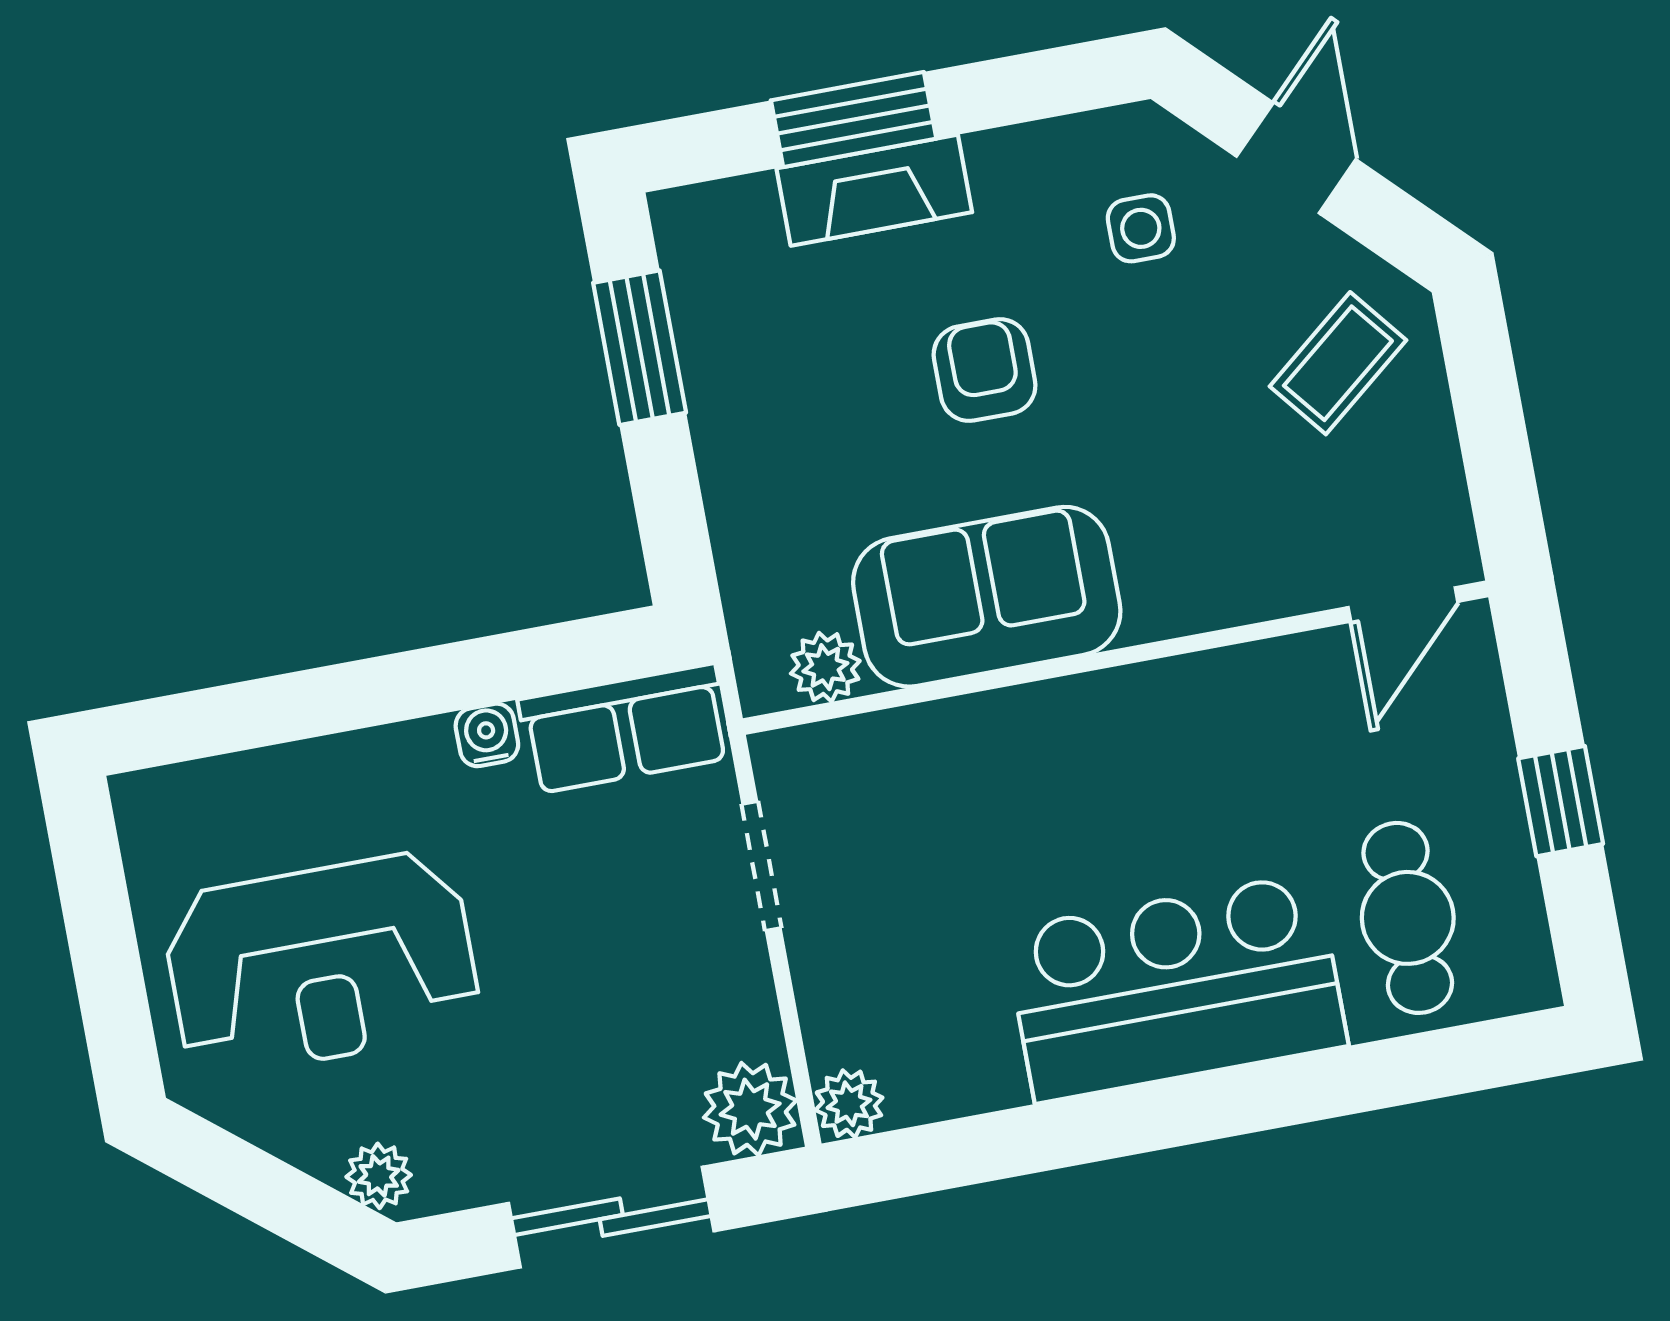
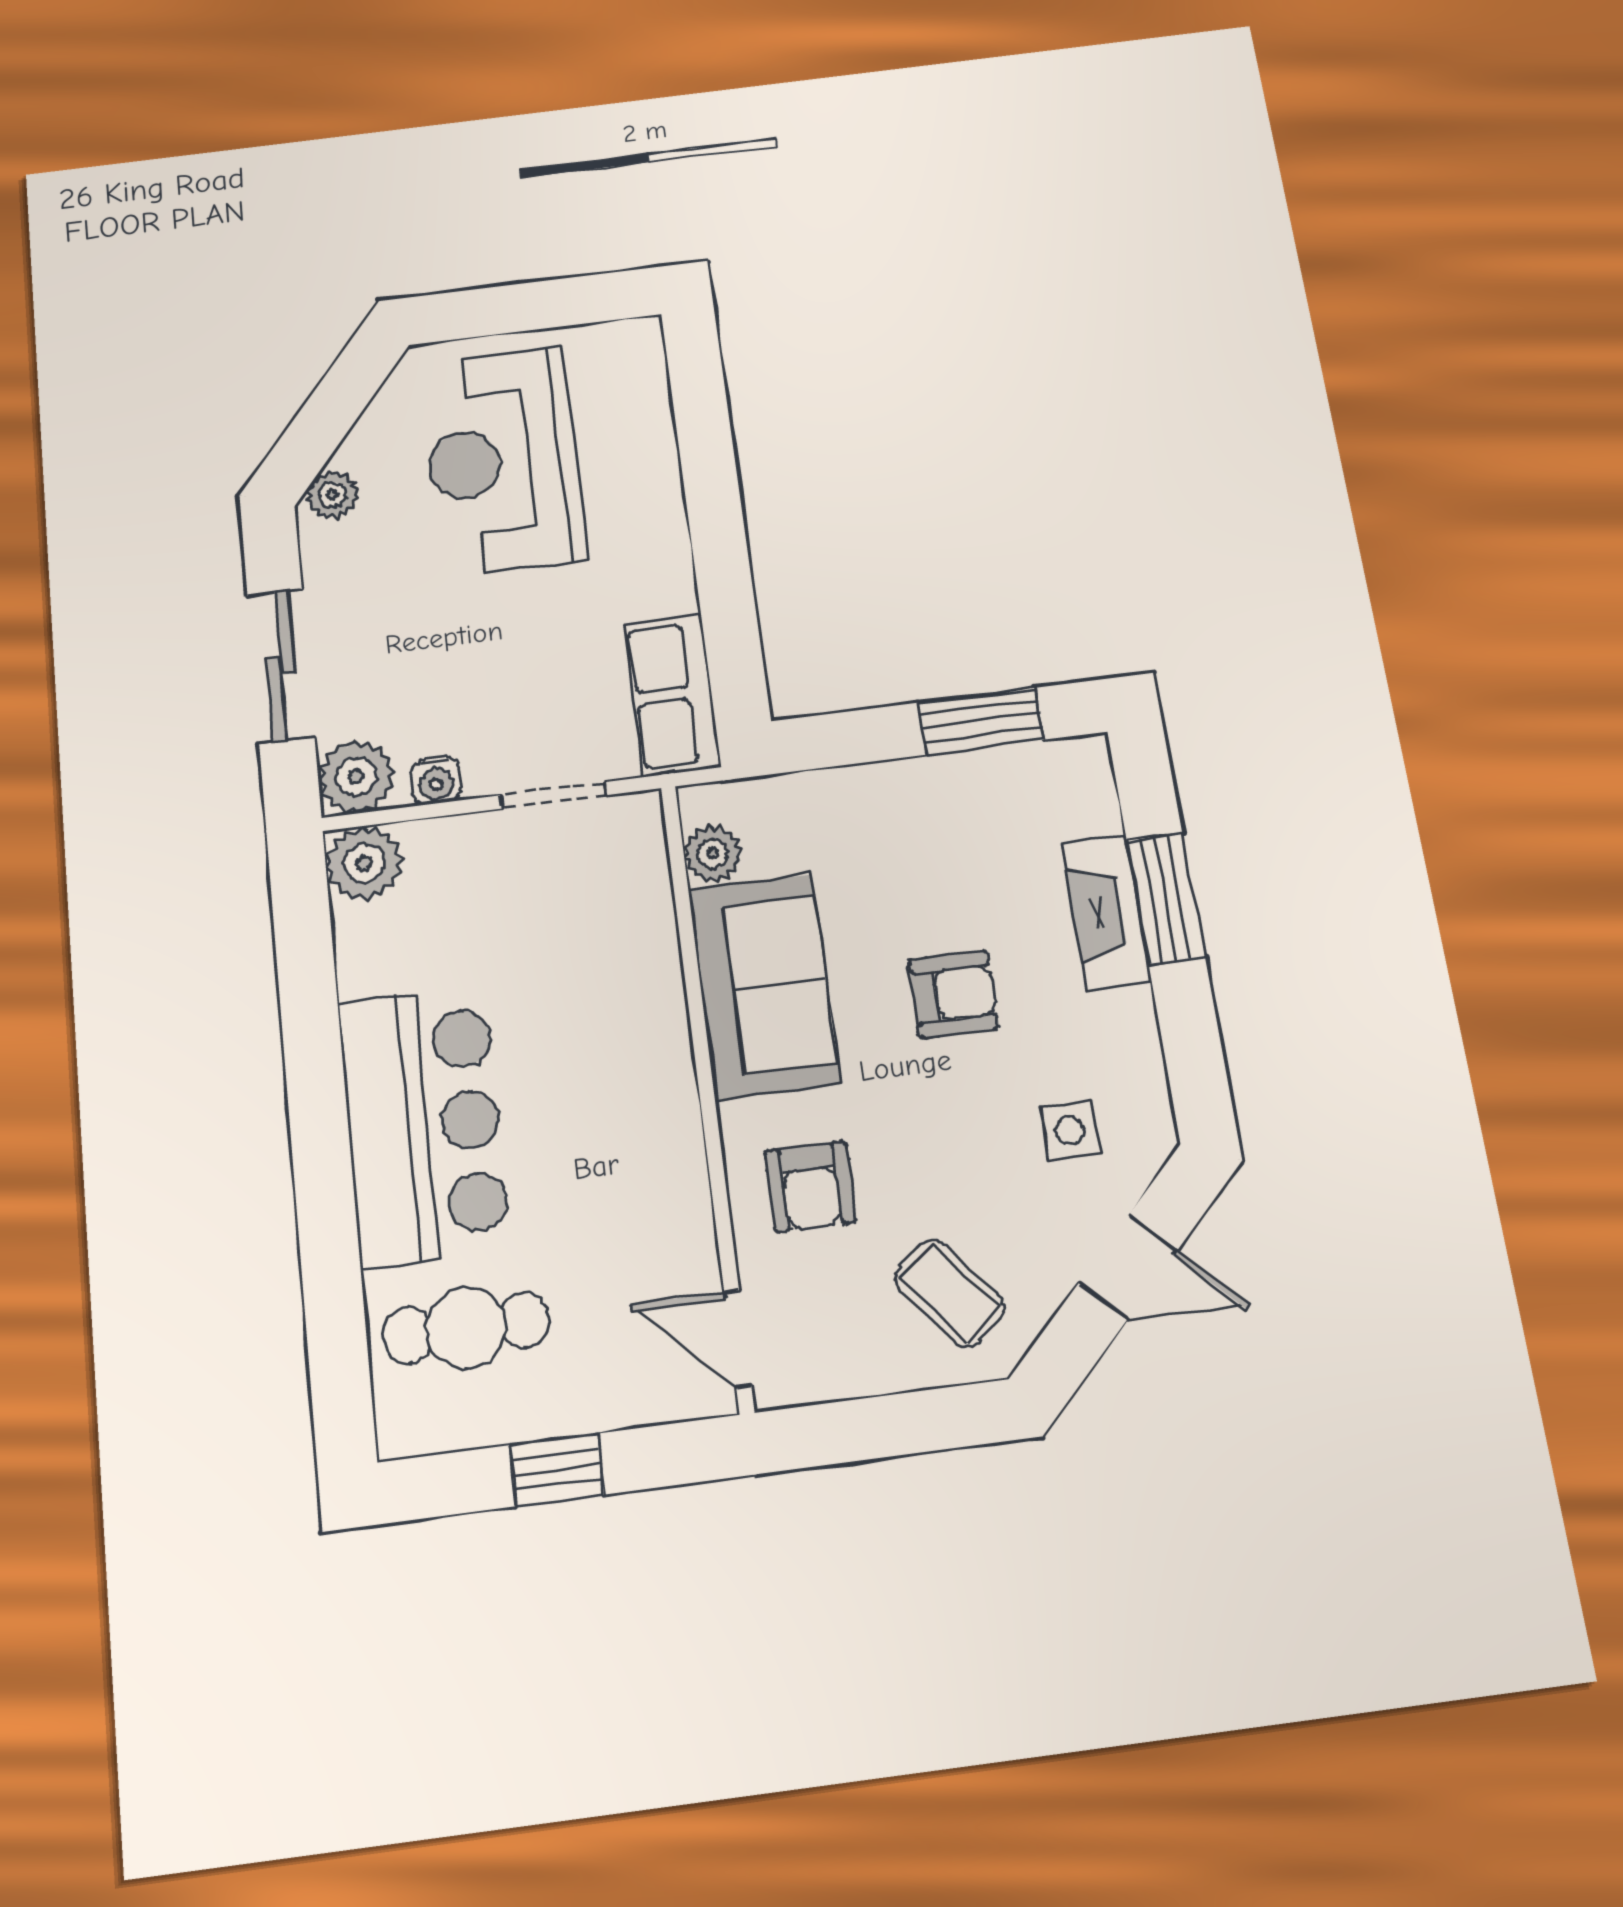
armchair: (1223, 529) -> (811, 1187), added
water cooler: (487, 735) -> (436, 780), moved, turned 90
plant: (849, 1104) -> (364, 863), width x1.38, depth x1.38

